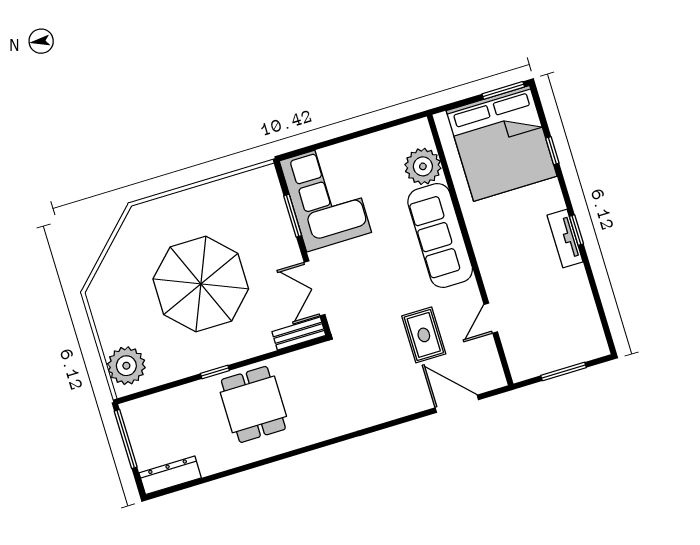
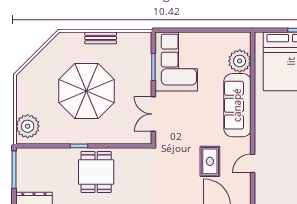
bench: (299, 334) -> (101, 38), moved

